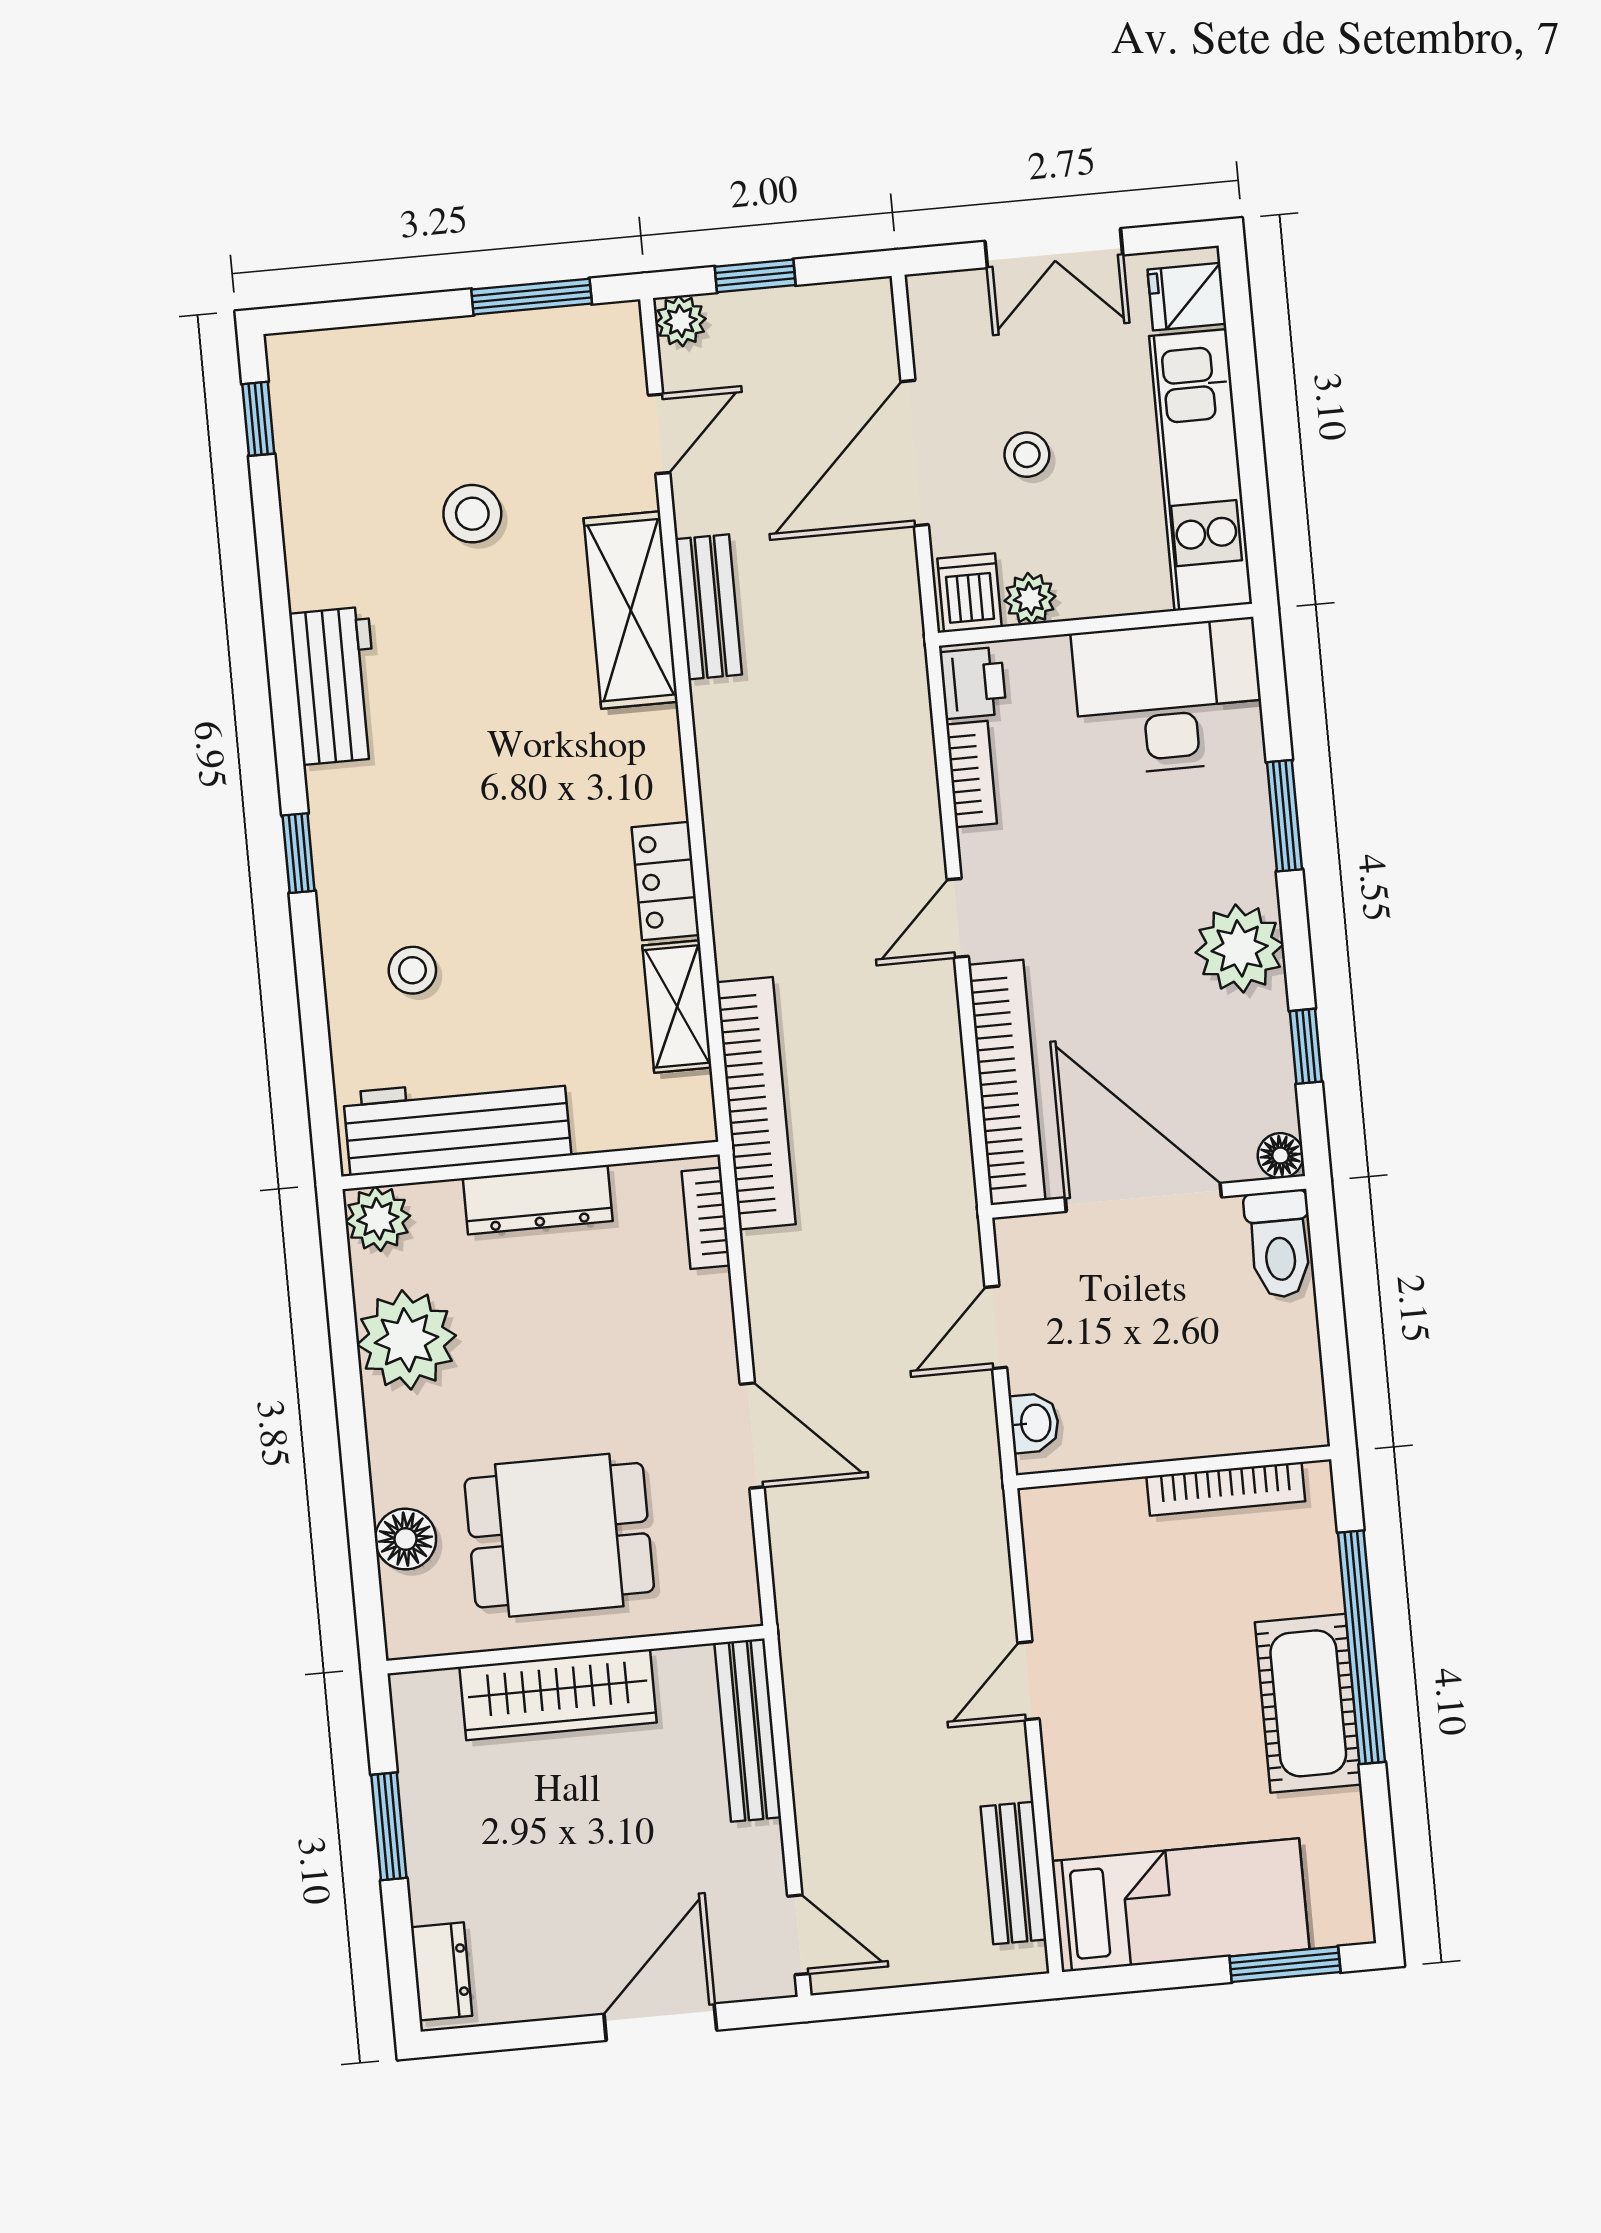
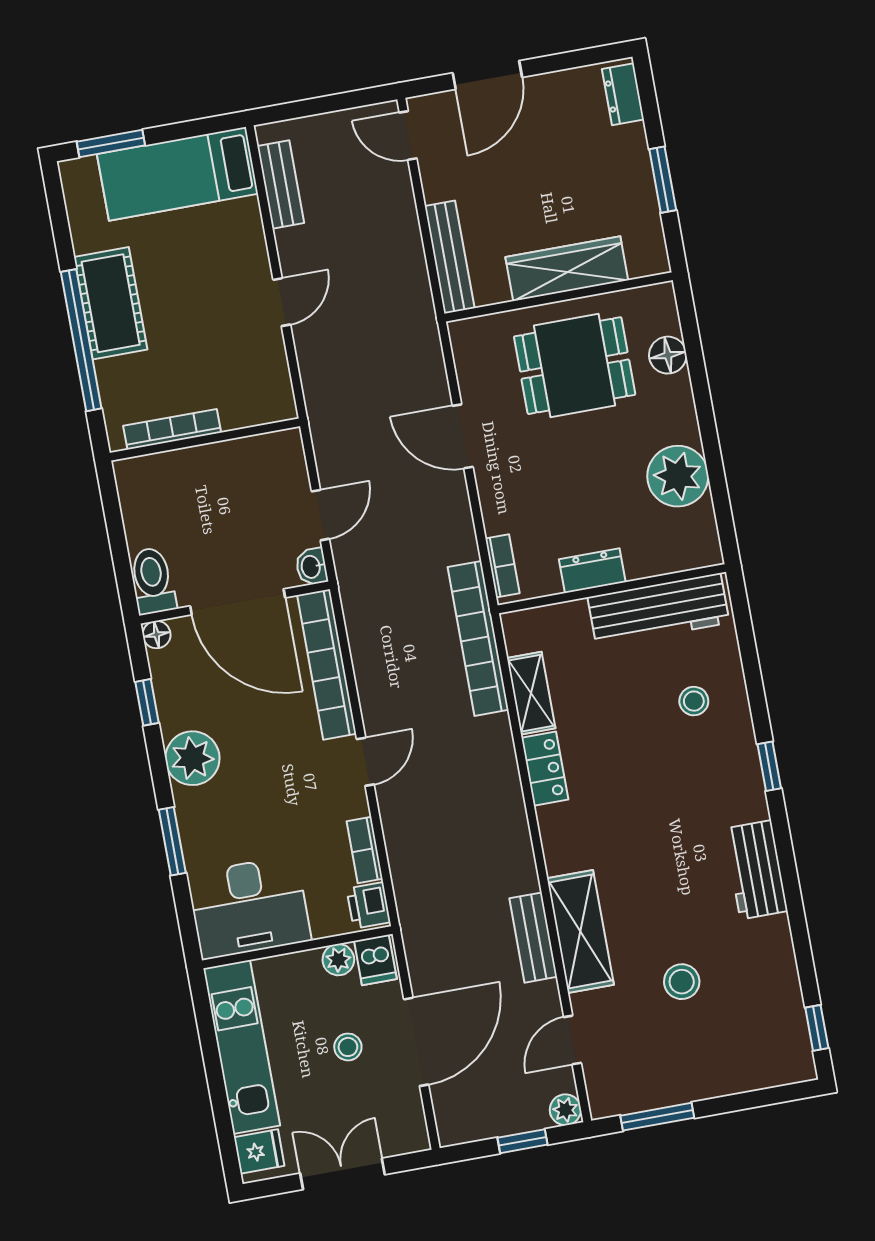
dresser: (538, 1200) -> (592, 571), width x0.70
plant: (378, 1219) -> (702, 548), removed
washbasin: (1034, 1423) -> (311, 567), moved

